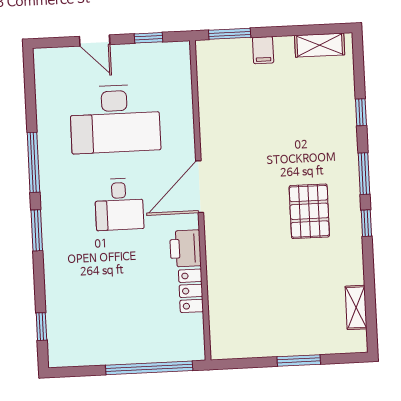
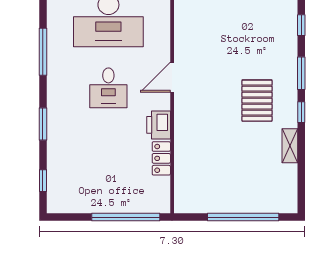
door: (200, 187) -> (172, 77), width x0.73
window: (37, 230) -> (43, 124), moved
shelving: (356, 307) -> (290, 146), moved
window: (299, 360) -> (243, 217), width x2.11

